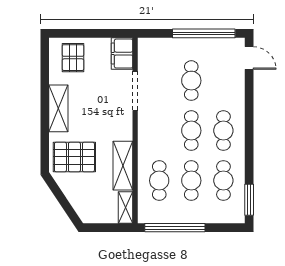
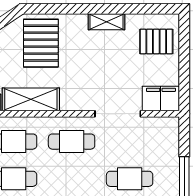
shelving: (58, 108) -> (107, 22), width x0.67, depth x0.75
cafe table: (191, 131) -> (72, 142), moved

